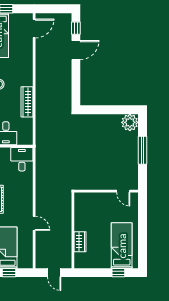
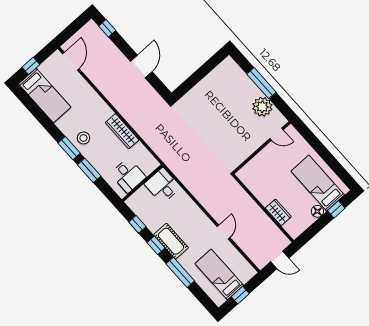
door: (76, 50) -> (141, 66), moved
plant: (130, 122) -> (262, 107), moved
door: (34, 223) -> (224, 232), hinge flipped
floor lamp: (105, 263) -> (317, 211), added

